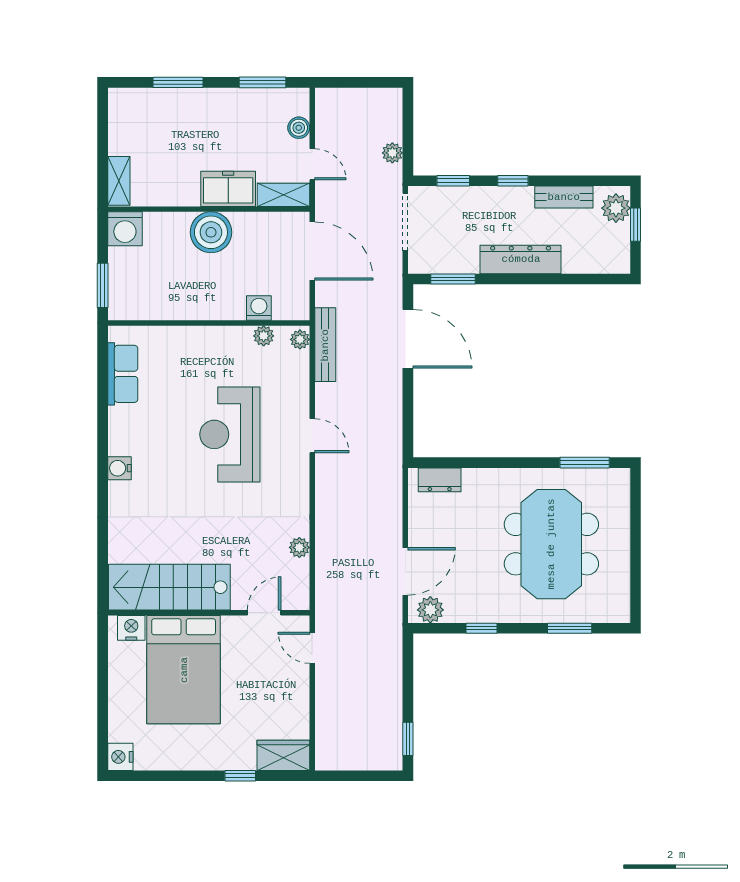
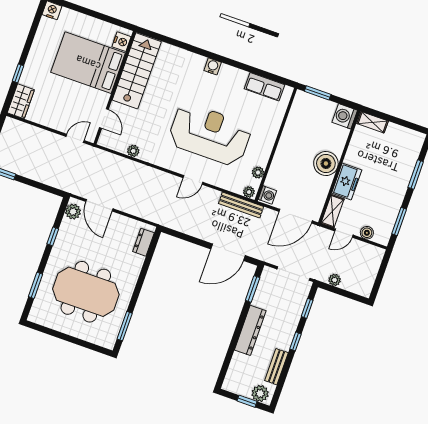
washing machine: (259, 308) -> (267, 195), moved
reception desk: (230, 434) -> (210, 134), width x1.36, depth x1.30

